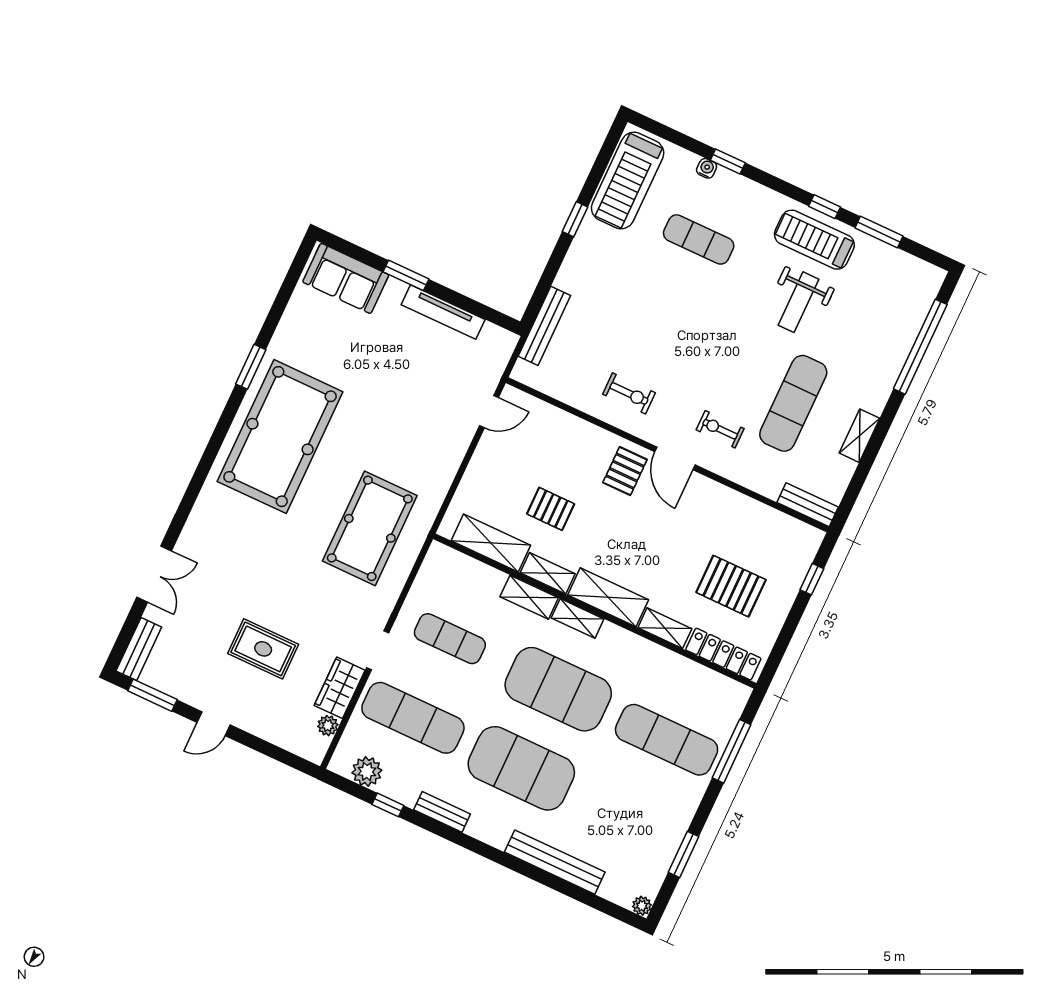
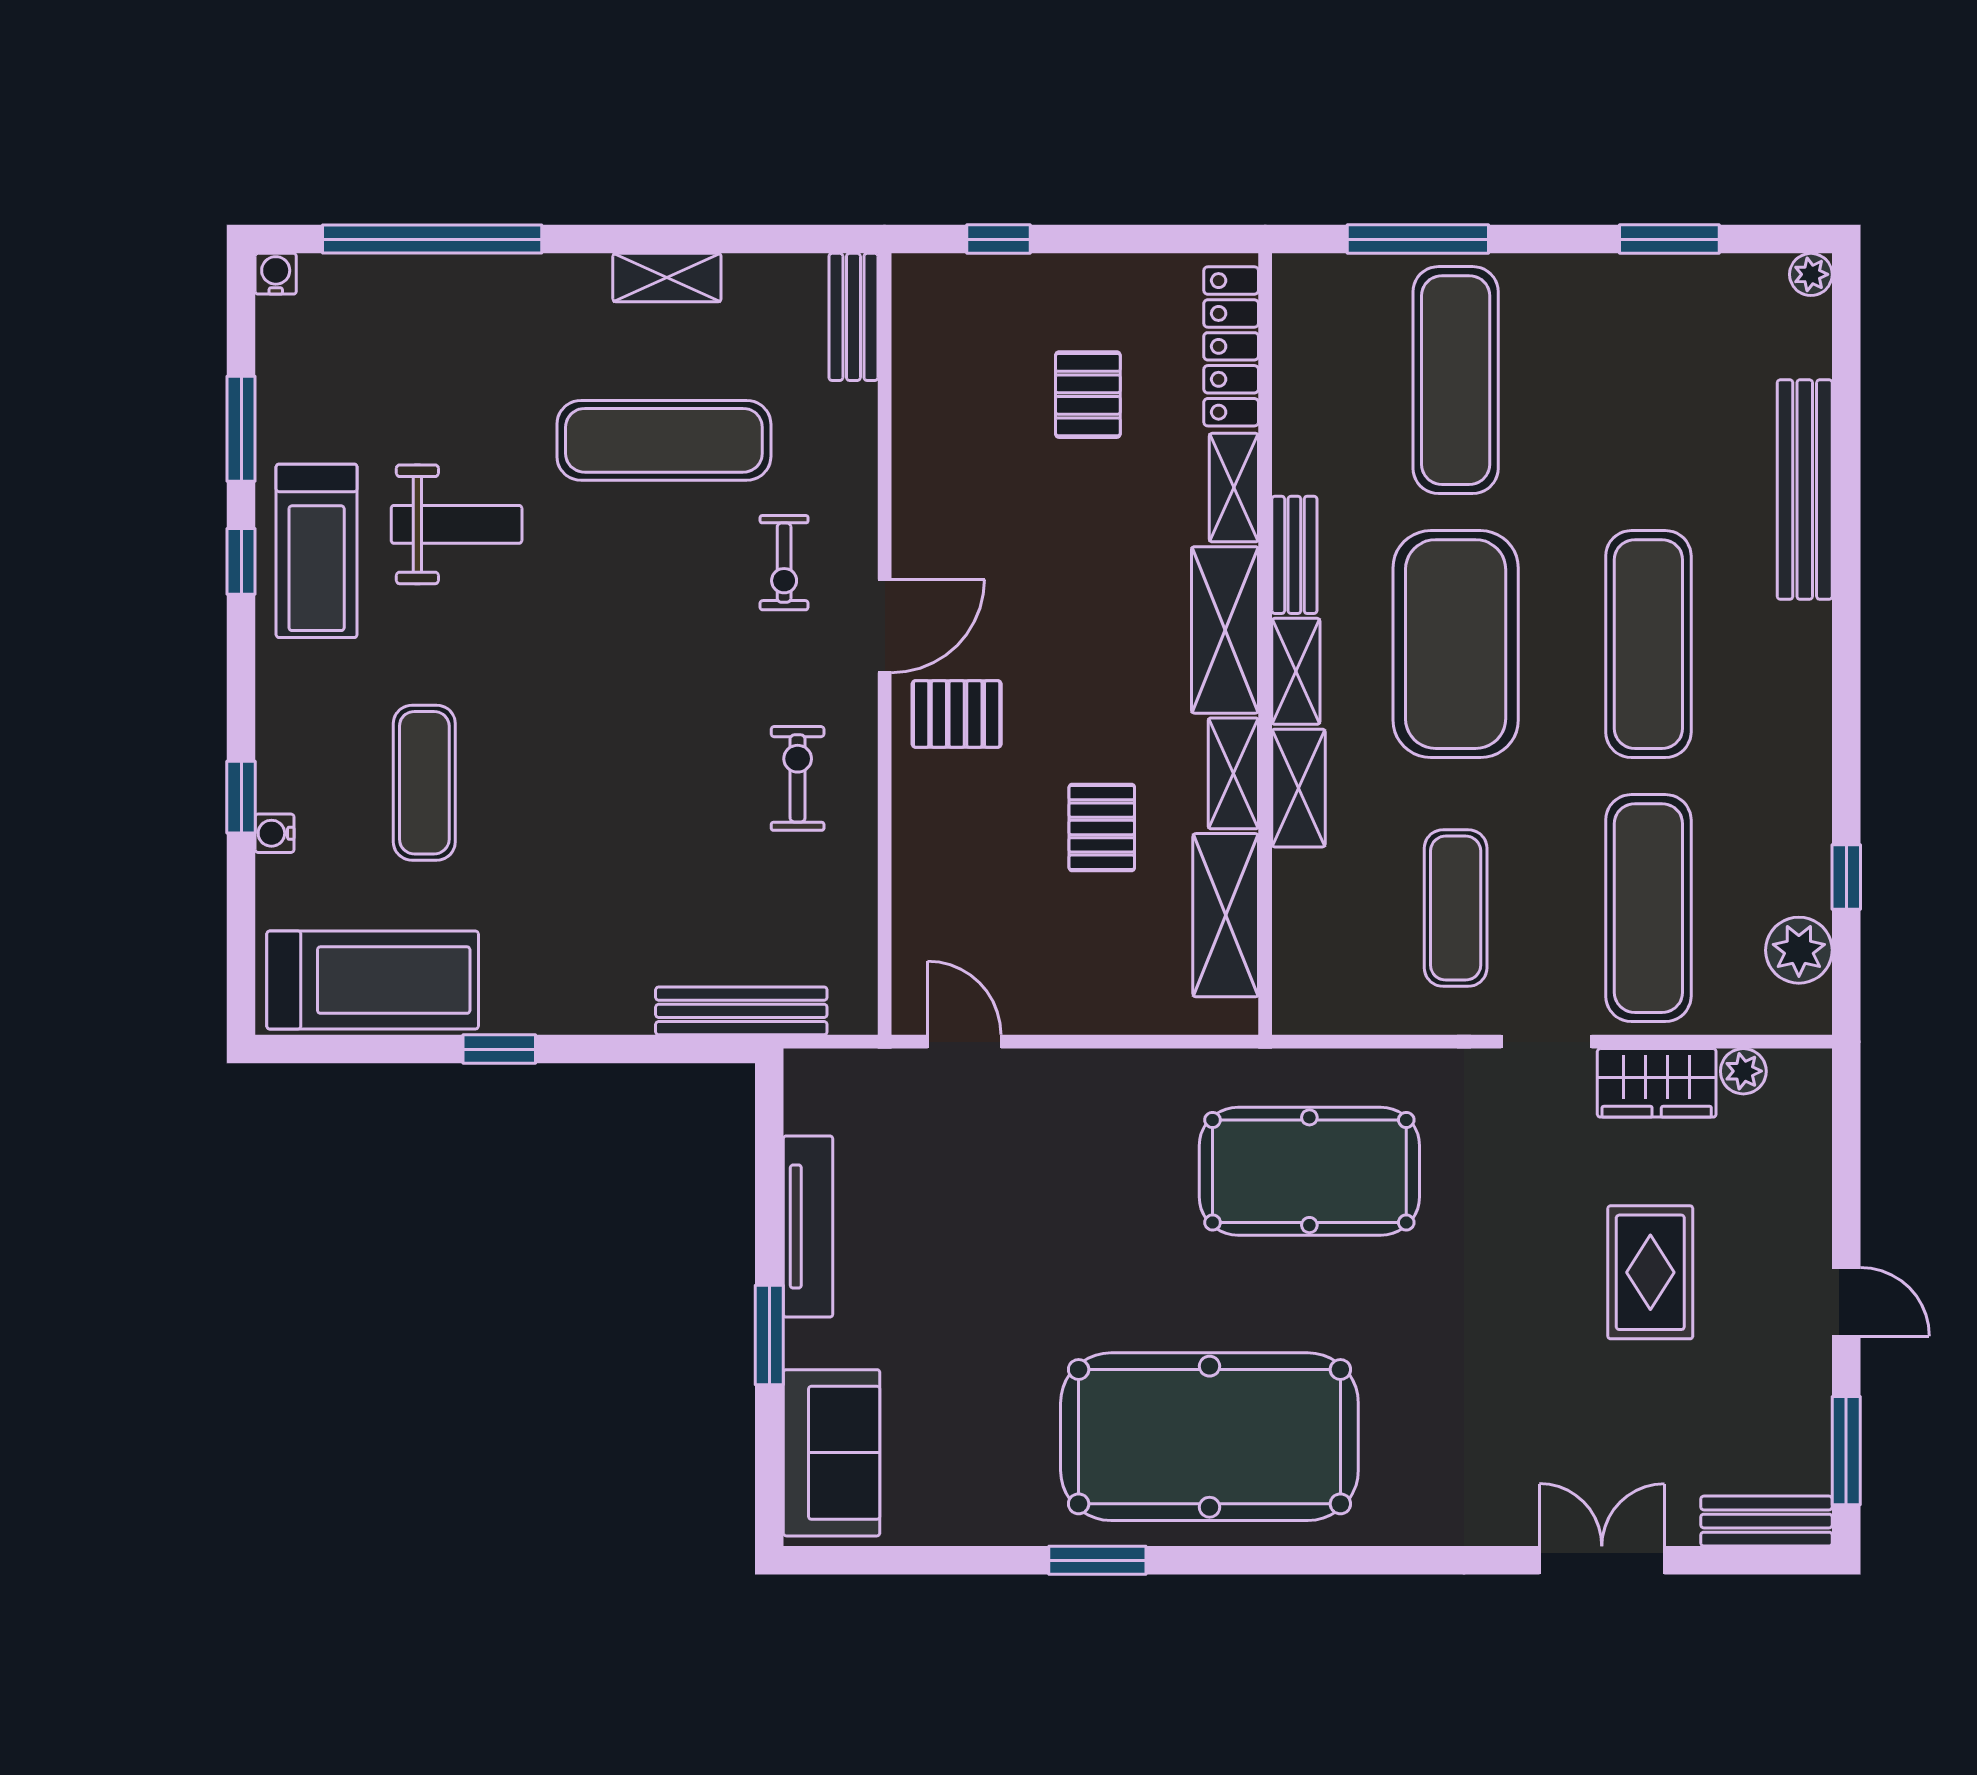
water cooler: (936, 276) -> (276, 274), added
pallet: (731, 586) -> (1088, 395), width x0.67, depth x0.71
exercise mat: (521, 768) -> (1648, 644), width x0.68
bench: (442, 812) -> (1294, 555), moved

